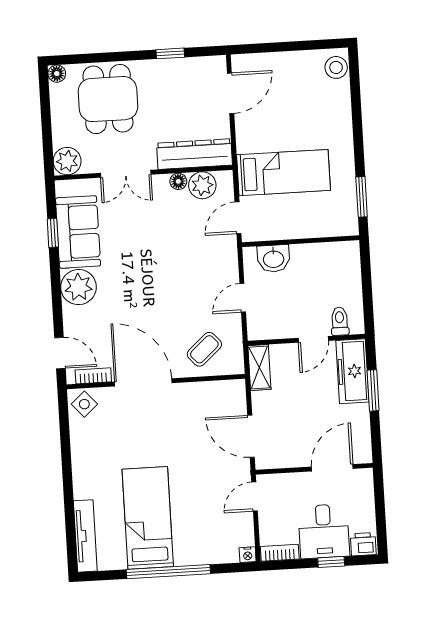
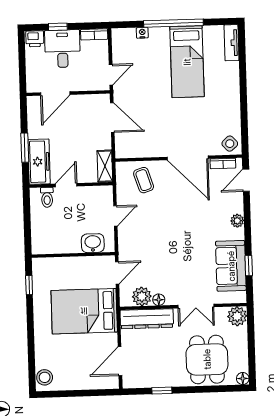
bed: (283, 173) -> (84, 311), width x1.50
double door: (126, 174) -> (196, 306), swing flipped
window: (362, 197) -> (29, 285), width x0.67
plant: (78, 287) -> (237, 221), width x0.53, depth x0.53
coffee table: (204, 349) -> (144, 180), turned -66
door: (60, 353) -> (246, 180), hinge flipped
tv unit: (85, 536) -> (231, 43), width x0.71
nightstand: (248, 555) -> (142, 33), moved

